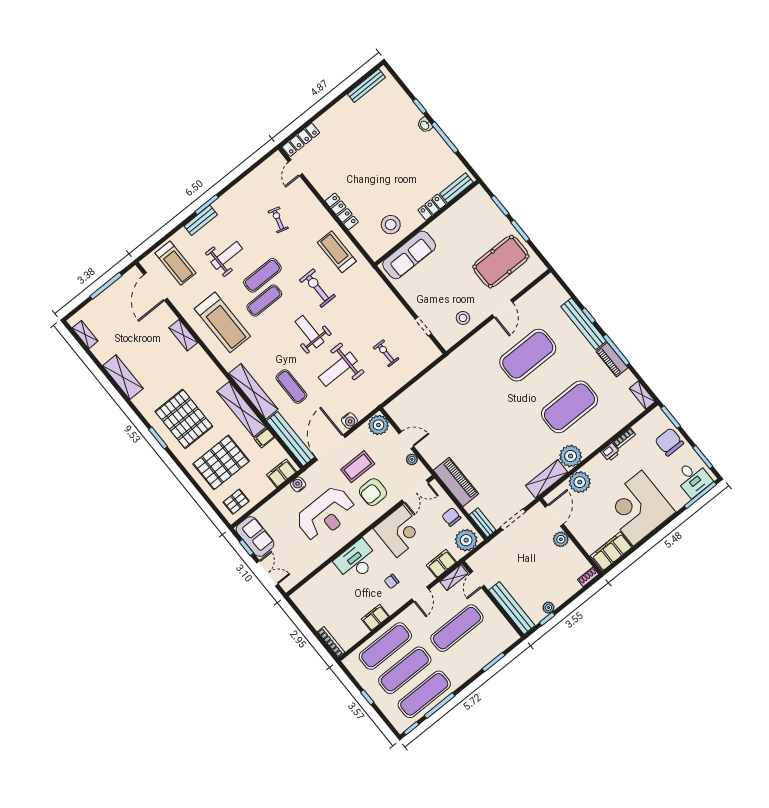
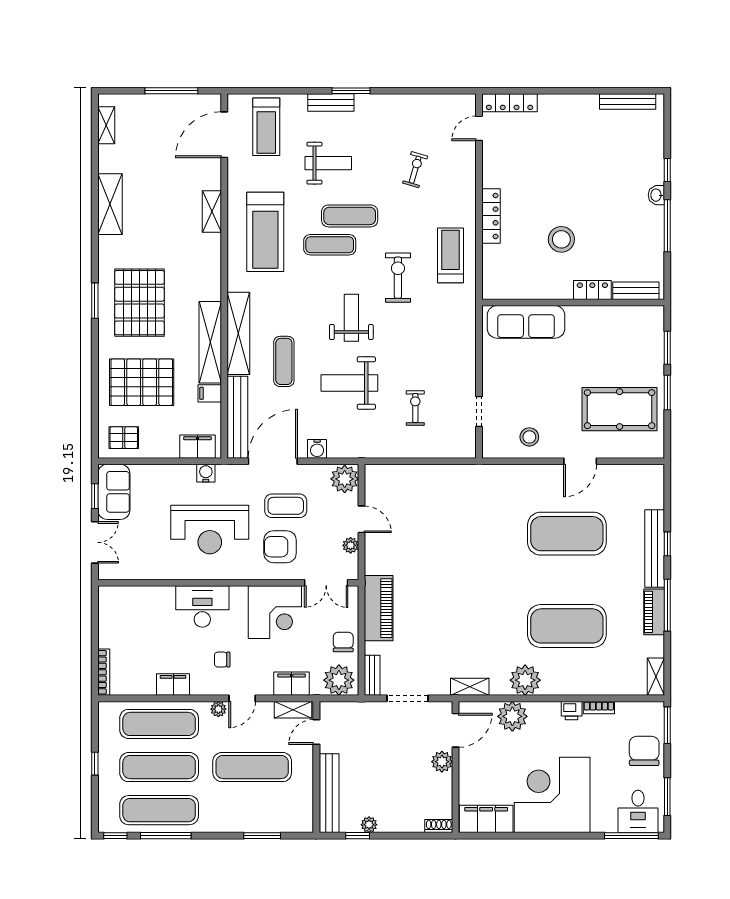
stool: (391, 225) -> (561, 239), moved
shelving: (547, 479) -> (470, 687), width x0.67, depth x0.75
plant: (412, 611) -> (218, 709), added

